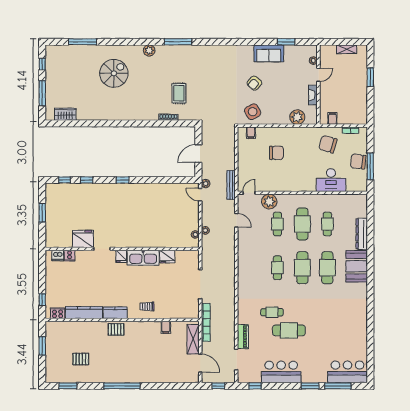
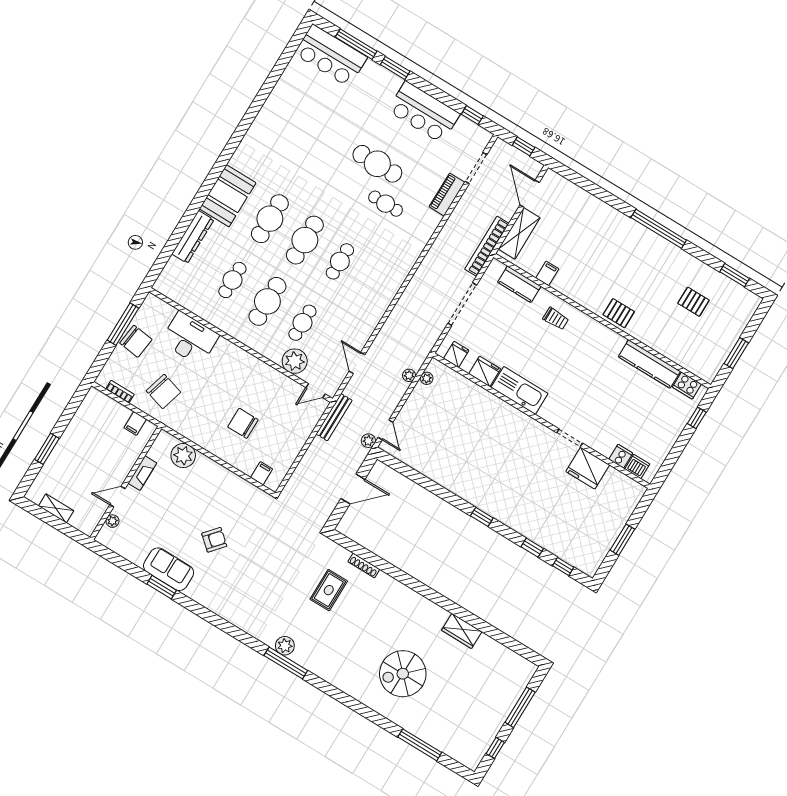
window: (286, 42) -> (162, 587), moved
plant: (149, 50) -> (285, 646), moved
side table: (253, 112) -> (241, 501), removed
wardrobe: (65, 114) -> (462, 631), moved
fridge: (121, 256) -> (456, 354), moved
kitchen counter: (115, 313) -> (519, 284), moved

